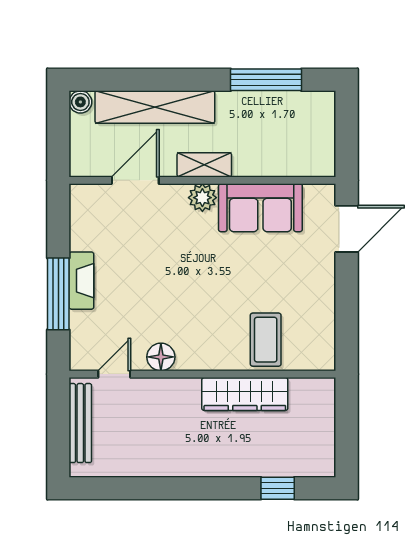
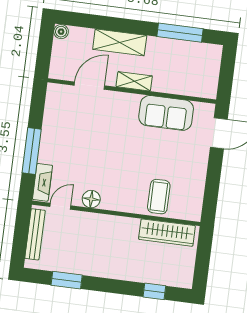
shelving: (155, 107) -> (120, 42), width x0.68
plant: (202, 198) -> (130, 102), removed
fireplace: (81, 281) -> (42, 182), moved
wardrobe: (245, 394) -> (167, 233), moved
window: (139, 488) -> (67, 280), added

